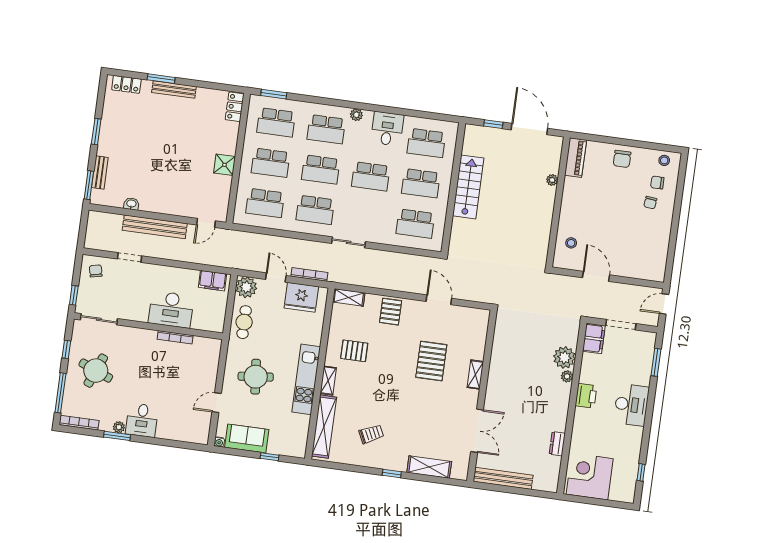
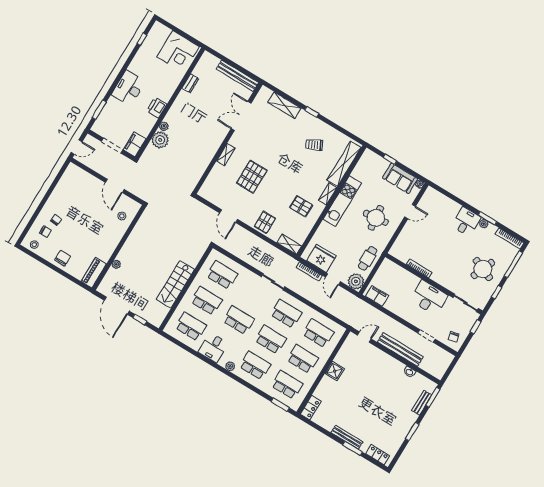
desk: (171, 309) -> (429, 298), moved

